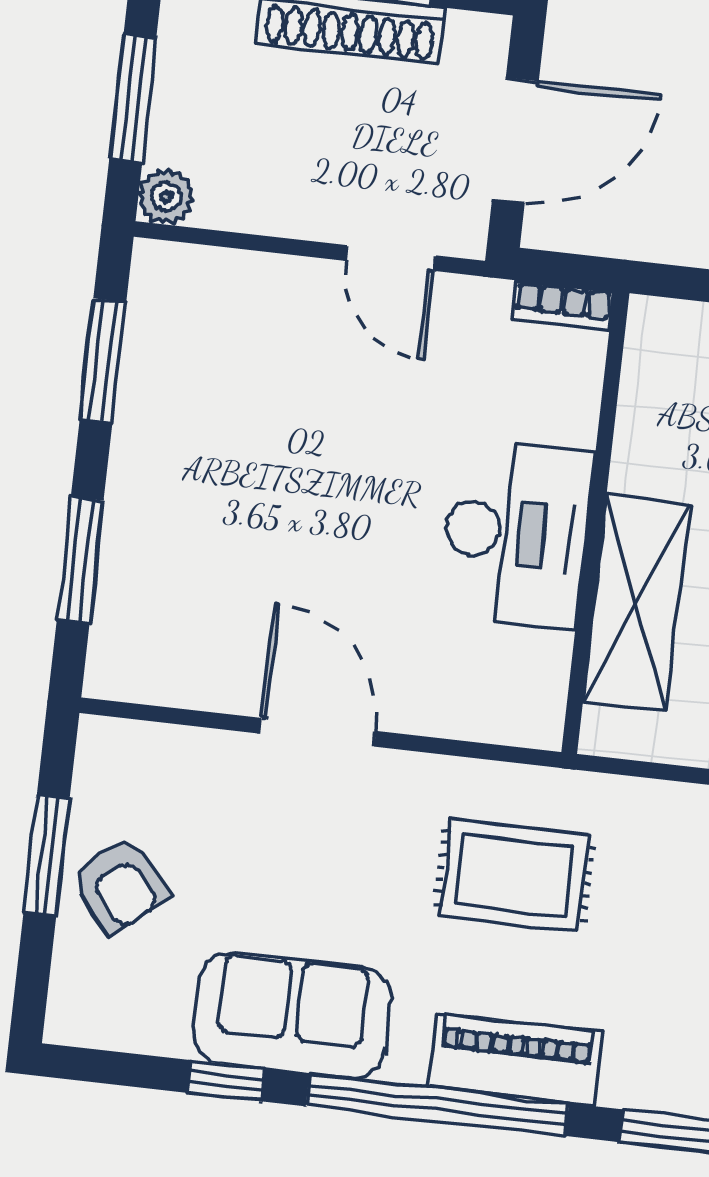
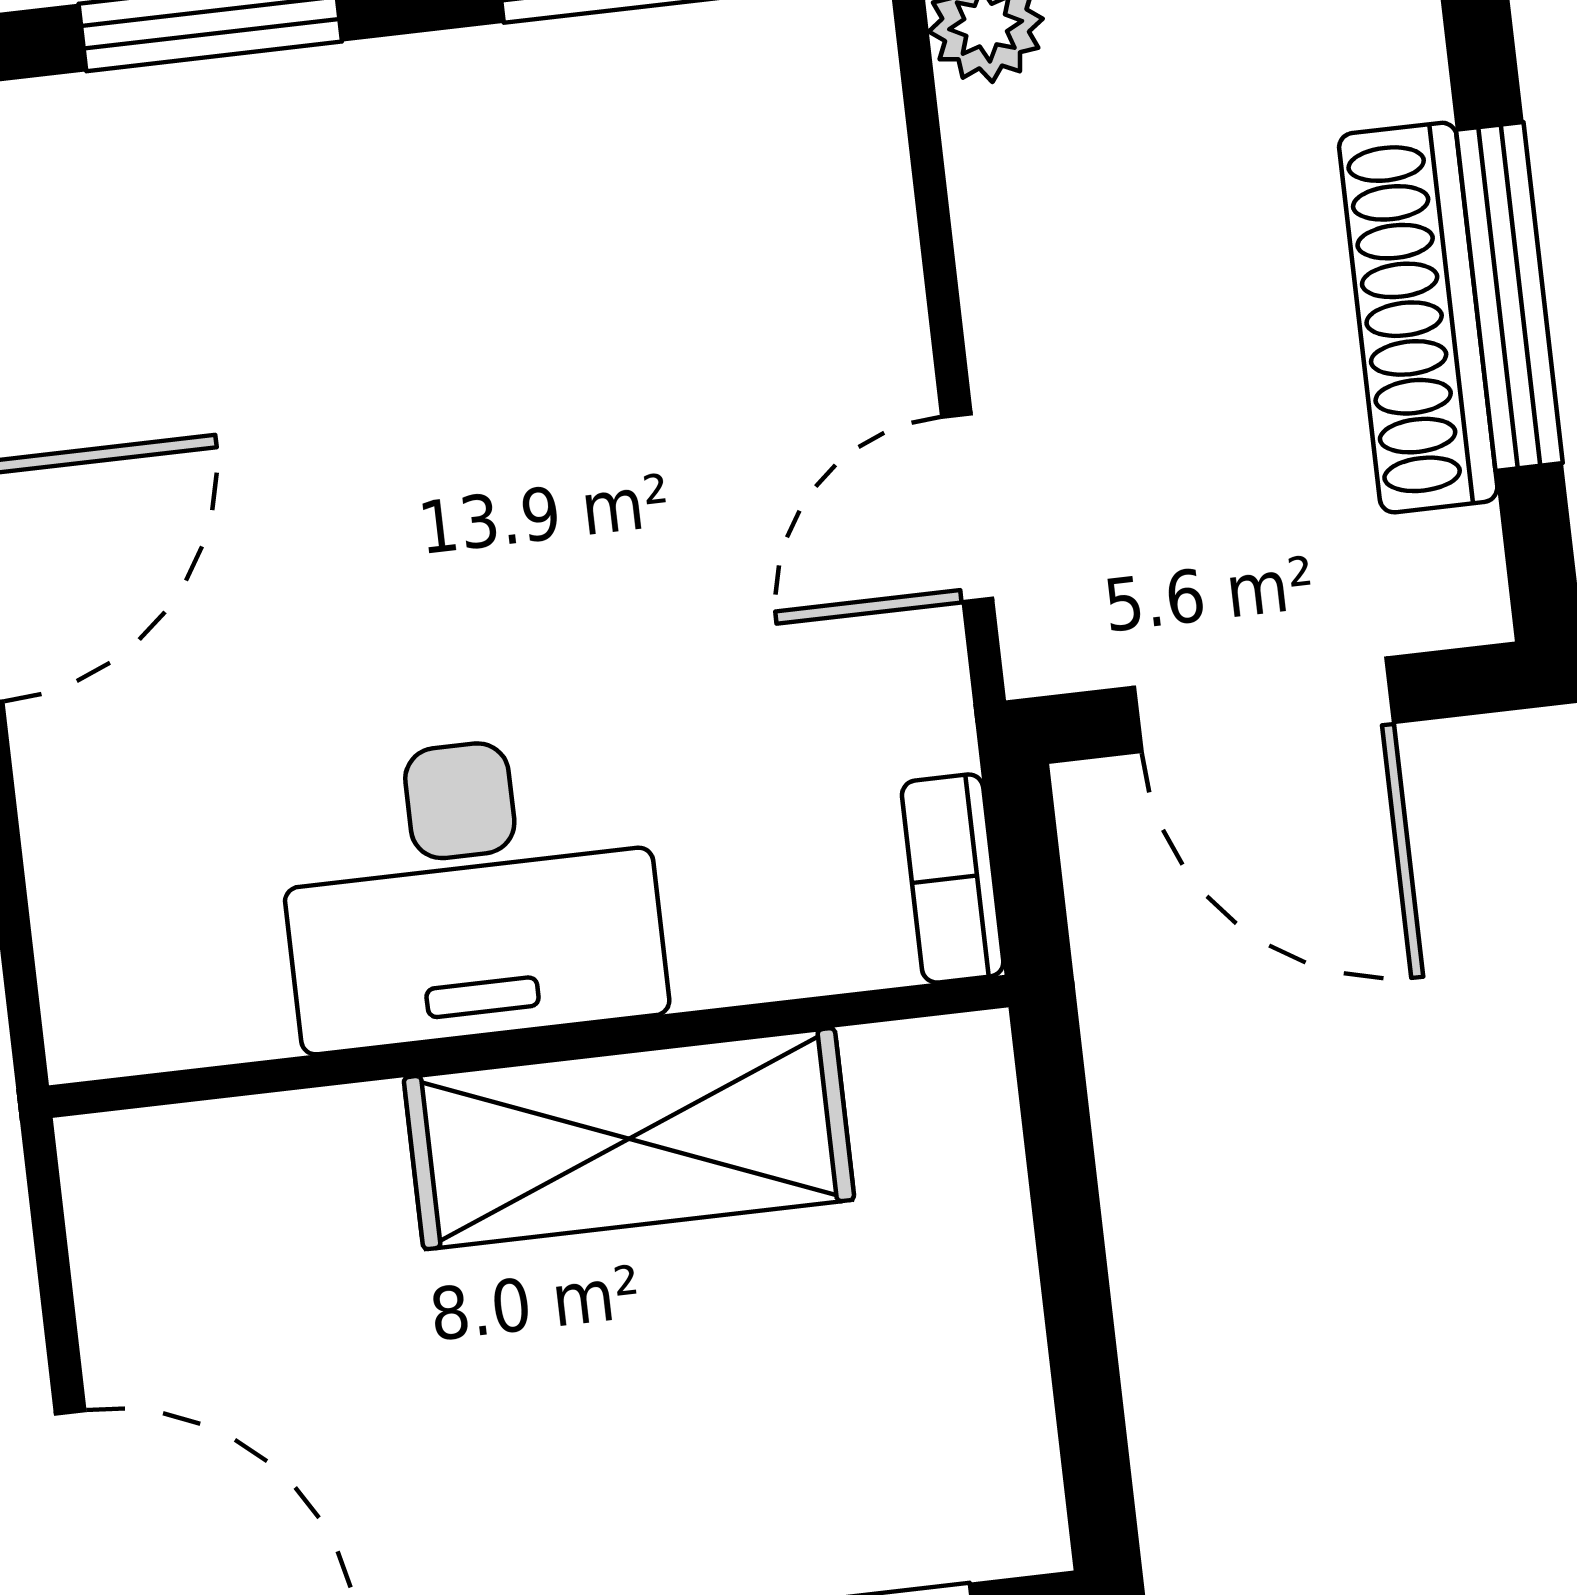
shelving: (636, 603) -> (629, 1139), moved

